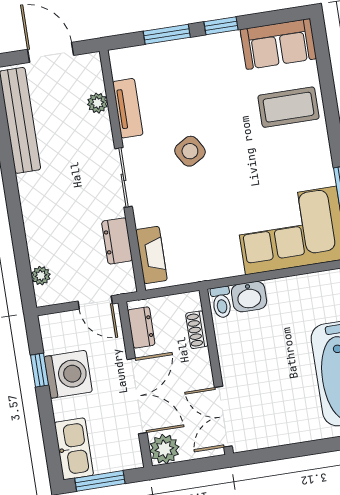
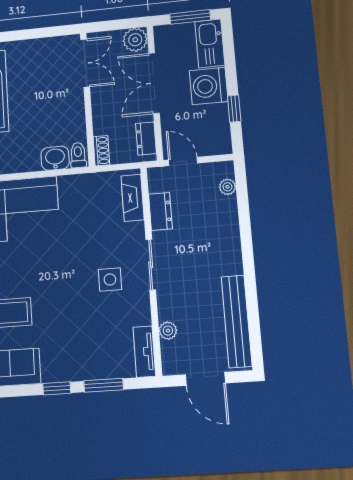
tv unit: (128, 108) -> (144, 352), moved
side table: (190, 151) -> (110, 280), moved, turned 31
shoe rack: (197, 330) -> (101, 151), moved
washing machine: (68, 374) -> (209, 86), moved

